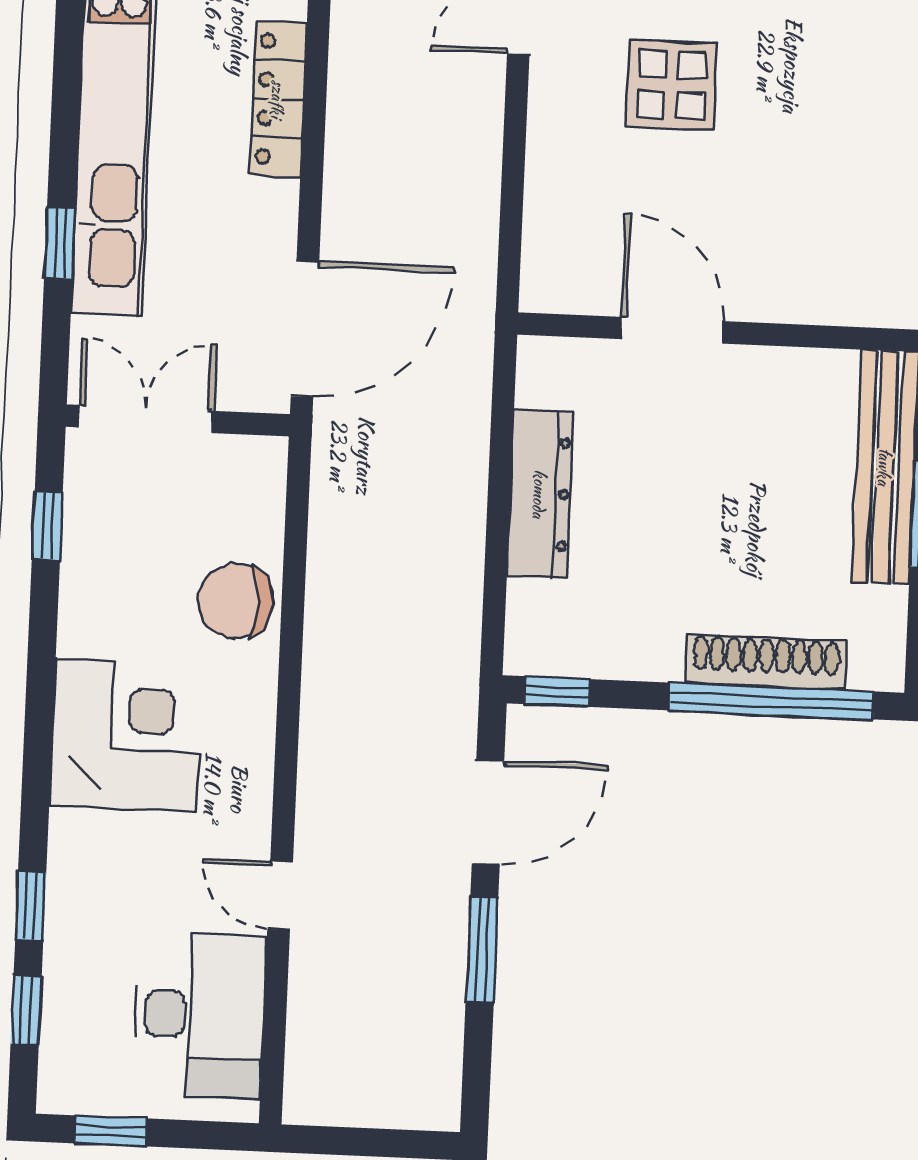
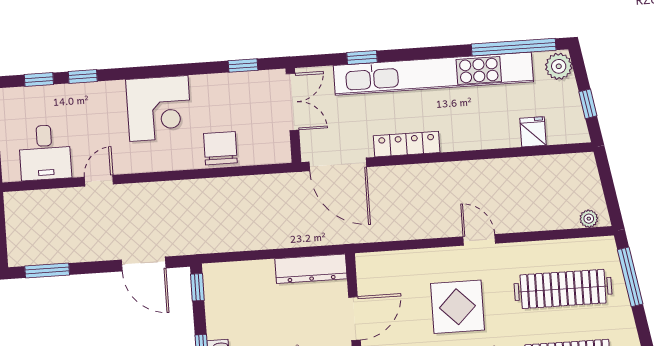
display table: (672, 85) -> (457, 307), width x1.36, depth x1.36
locker: (278, 99) -> (407, 144), moved
dresser: (540, 494) -> (311, 269), moved
window: (482, 950) -> (47, 271), moved
desk: (200, 1015) -> (45, 152), width x0.73

